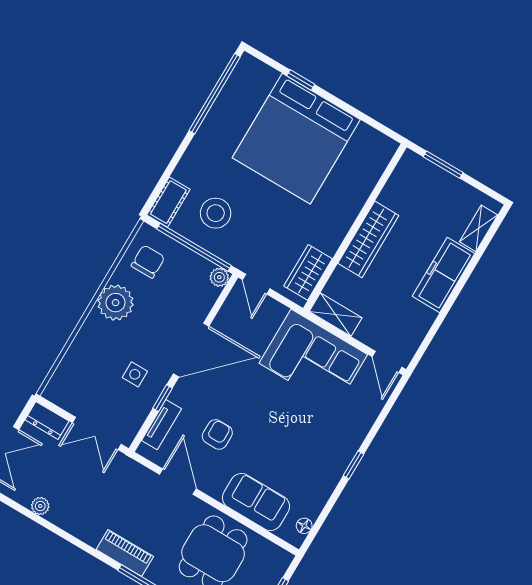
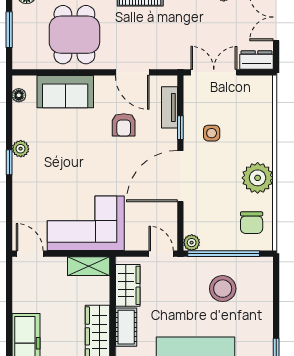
cot: (168, 202) -> (126, 327), moved
plant: (334, 472) -> (21, 149), added

